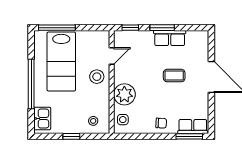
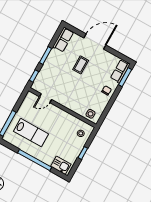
row of seats: (170, 38) -> (63, 40), moved
door: (112, 56) -> (46, 98), swing flipped
lab bench: (61, 61) -> (31, 133), width x0.73, depth x0.72
stool: (97, 77) -> (54, 115), removed
plant: (124, 94) -> (75, 104), removed

